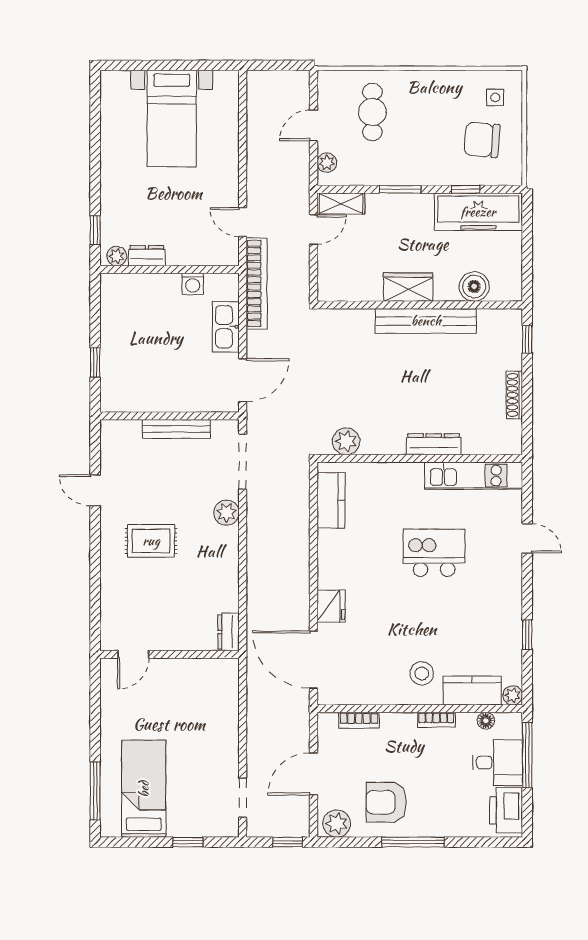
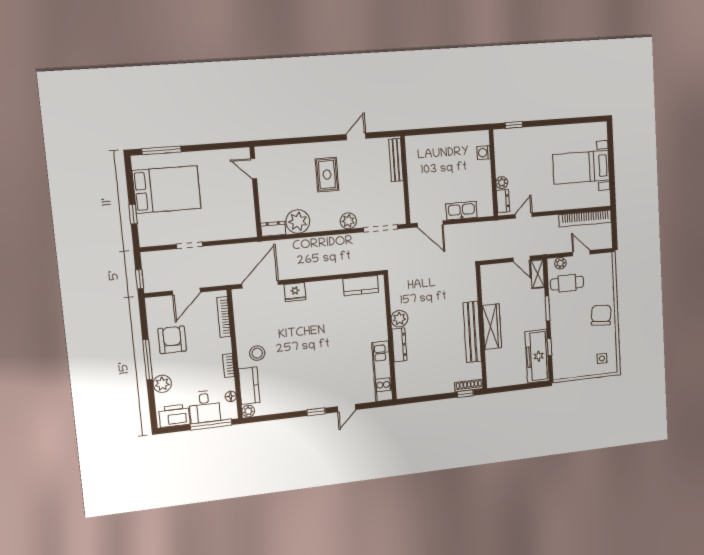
cafe table: (372, 112) -> (567, 283), moved
chair: (482, 140) -> (601, 315), moved
plant: (117, 256) -> (502, 183), moved
dresser: (147, 256) -> (503, 201), moved
bookcase: (257, 283) -> (585, 219), moved
washing machine: (193, 284) -> (484, 153), moved
wardrobe: (408, 287) -> (492, 327), width x1.50
boiler: (474, 287) -> (494, 359), removed
window: (95, 362) -> (435, 131), removed
shoe rack: (514, 395) -> (469, 386), moved
bench: (176, 429) -> (396, 160), moved
plant: (346, 441) -> (399, 319), moved
kitchen island: (434, 553) -> (333, 352), removed
plant: (220, 593) -> (298, 221), added
window: (527, 635) -> (316, 412), moved
bookcase: (359, 720) -> (224, 317), width x1.56
door: (314, 774) -> (186, 292), swing flipped
bed: (144, 789) -> (167, 189), width x1.50
doorway: (243, 798) -> (190, 245), moved
plant: (337, 824) -> (162, 384), moved

